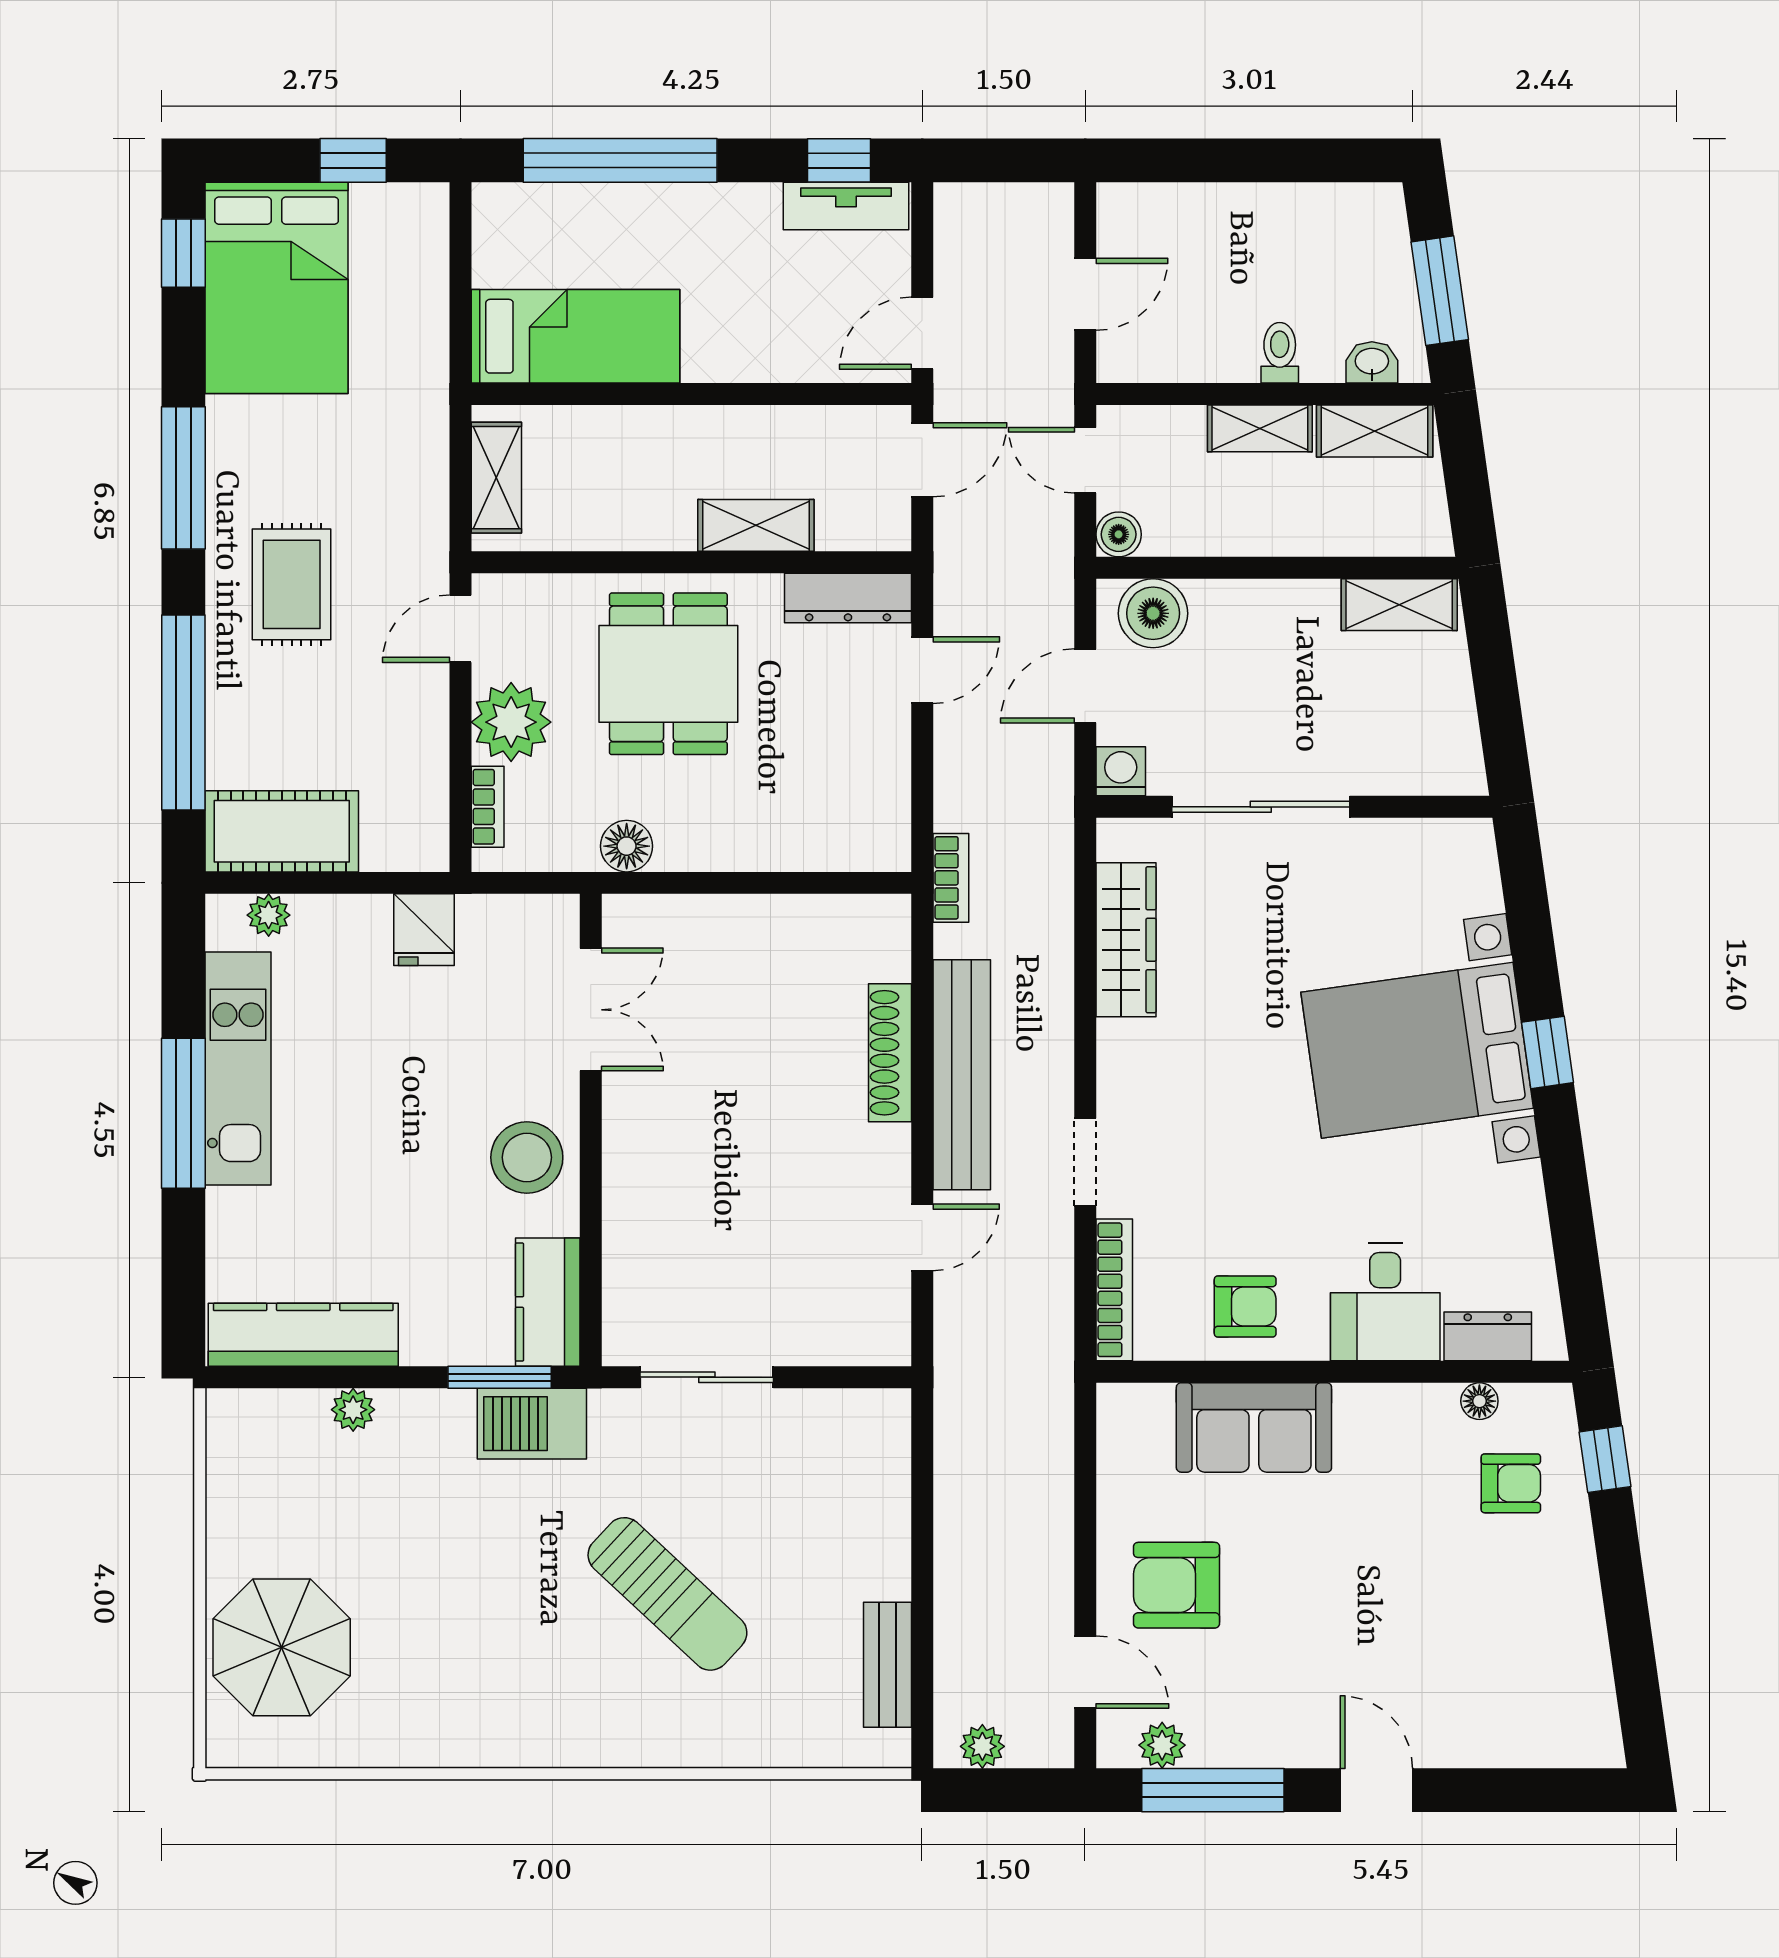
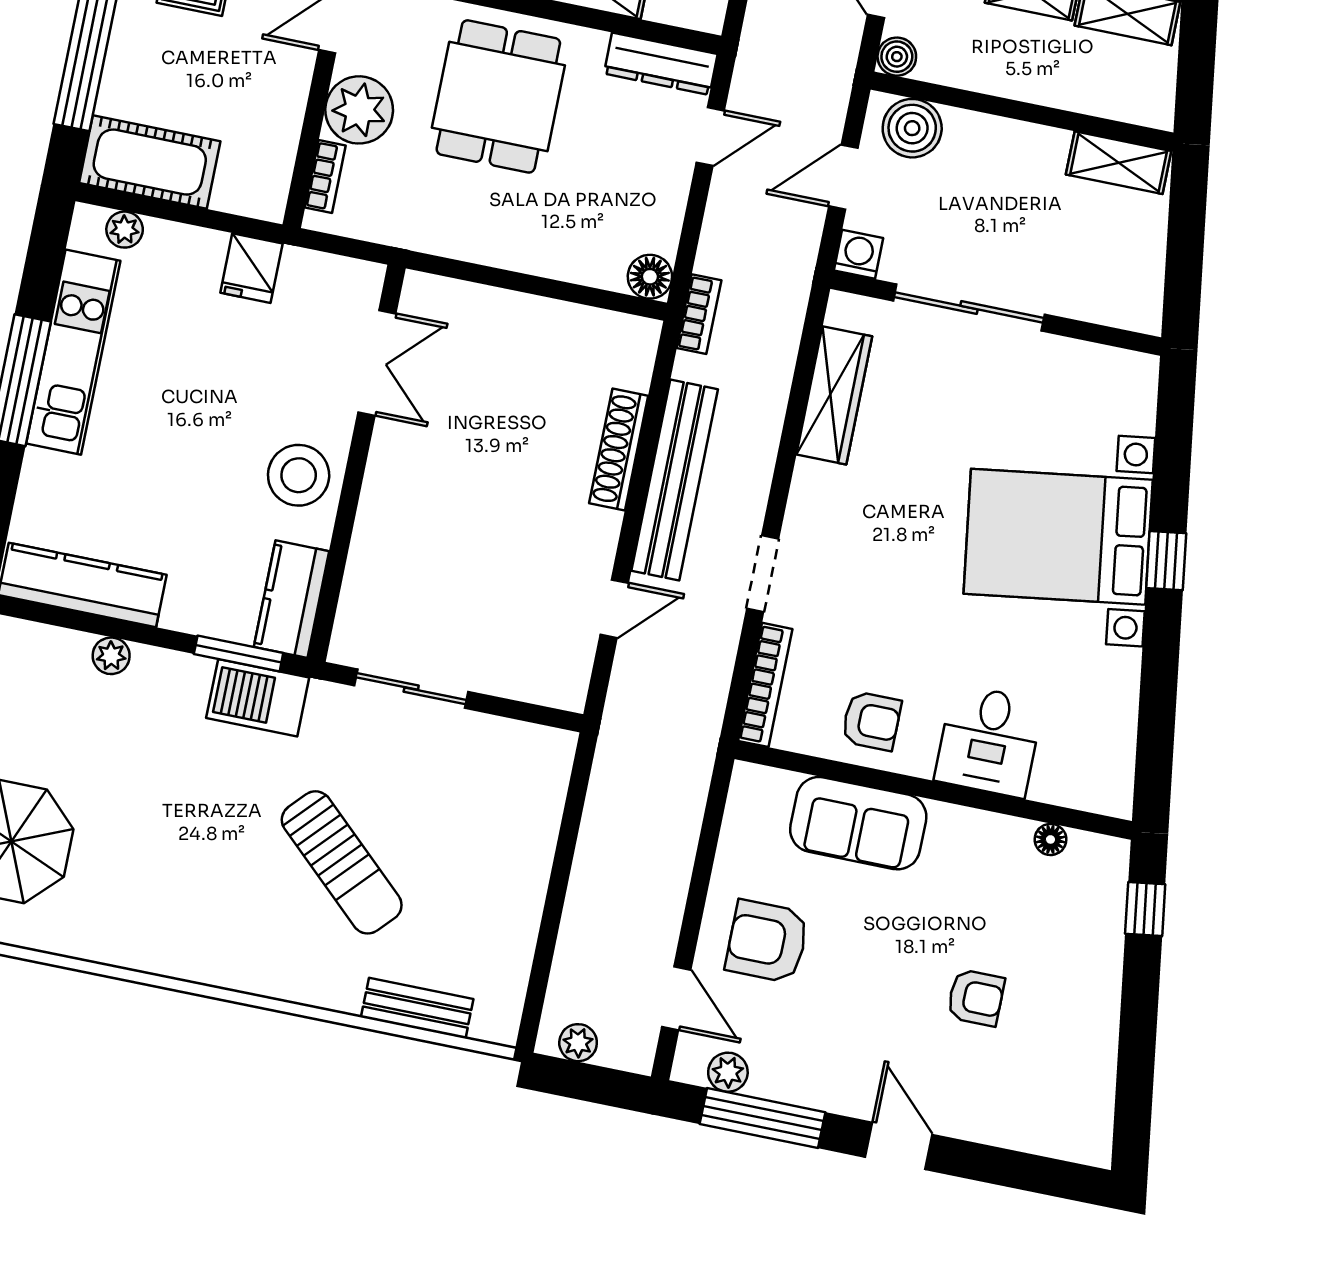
floor lamp: (627, 846) -> (650, 277), moved
dresser: (1488, 1336) -> (1068, 787), removed
armchair: (1511, 1483) -> (976, 998), moved
bench: (887, 1665) -> (417, 1008), moved, turned 90

